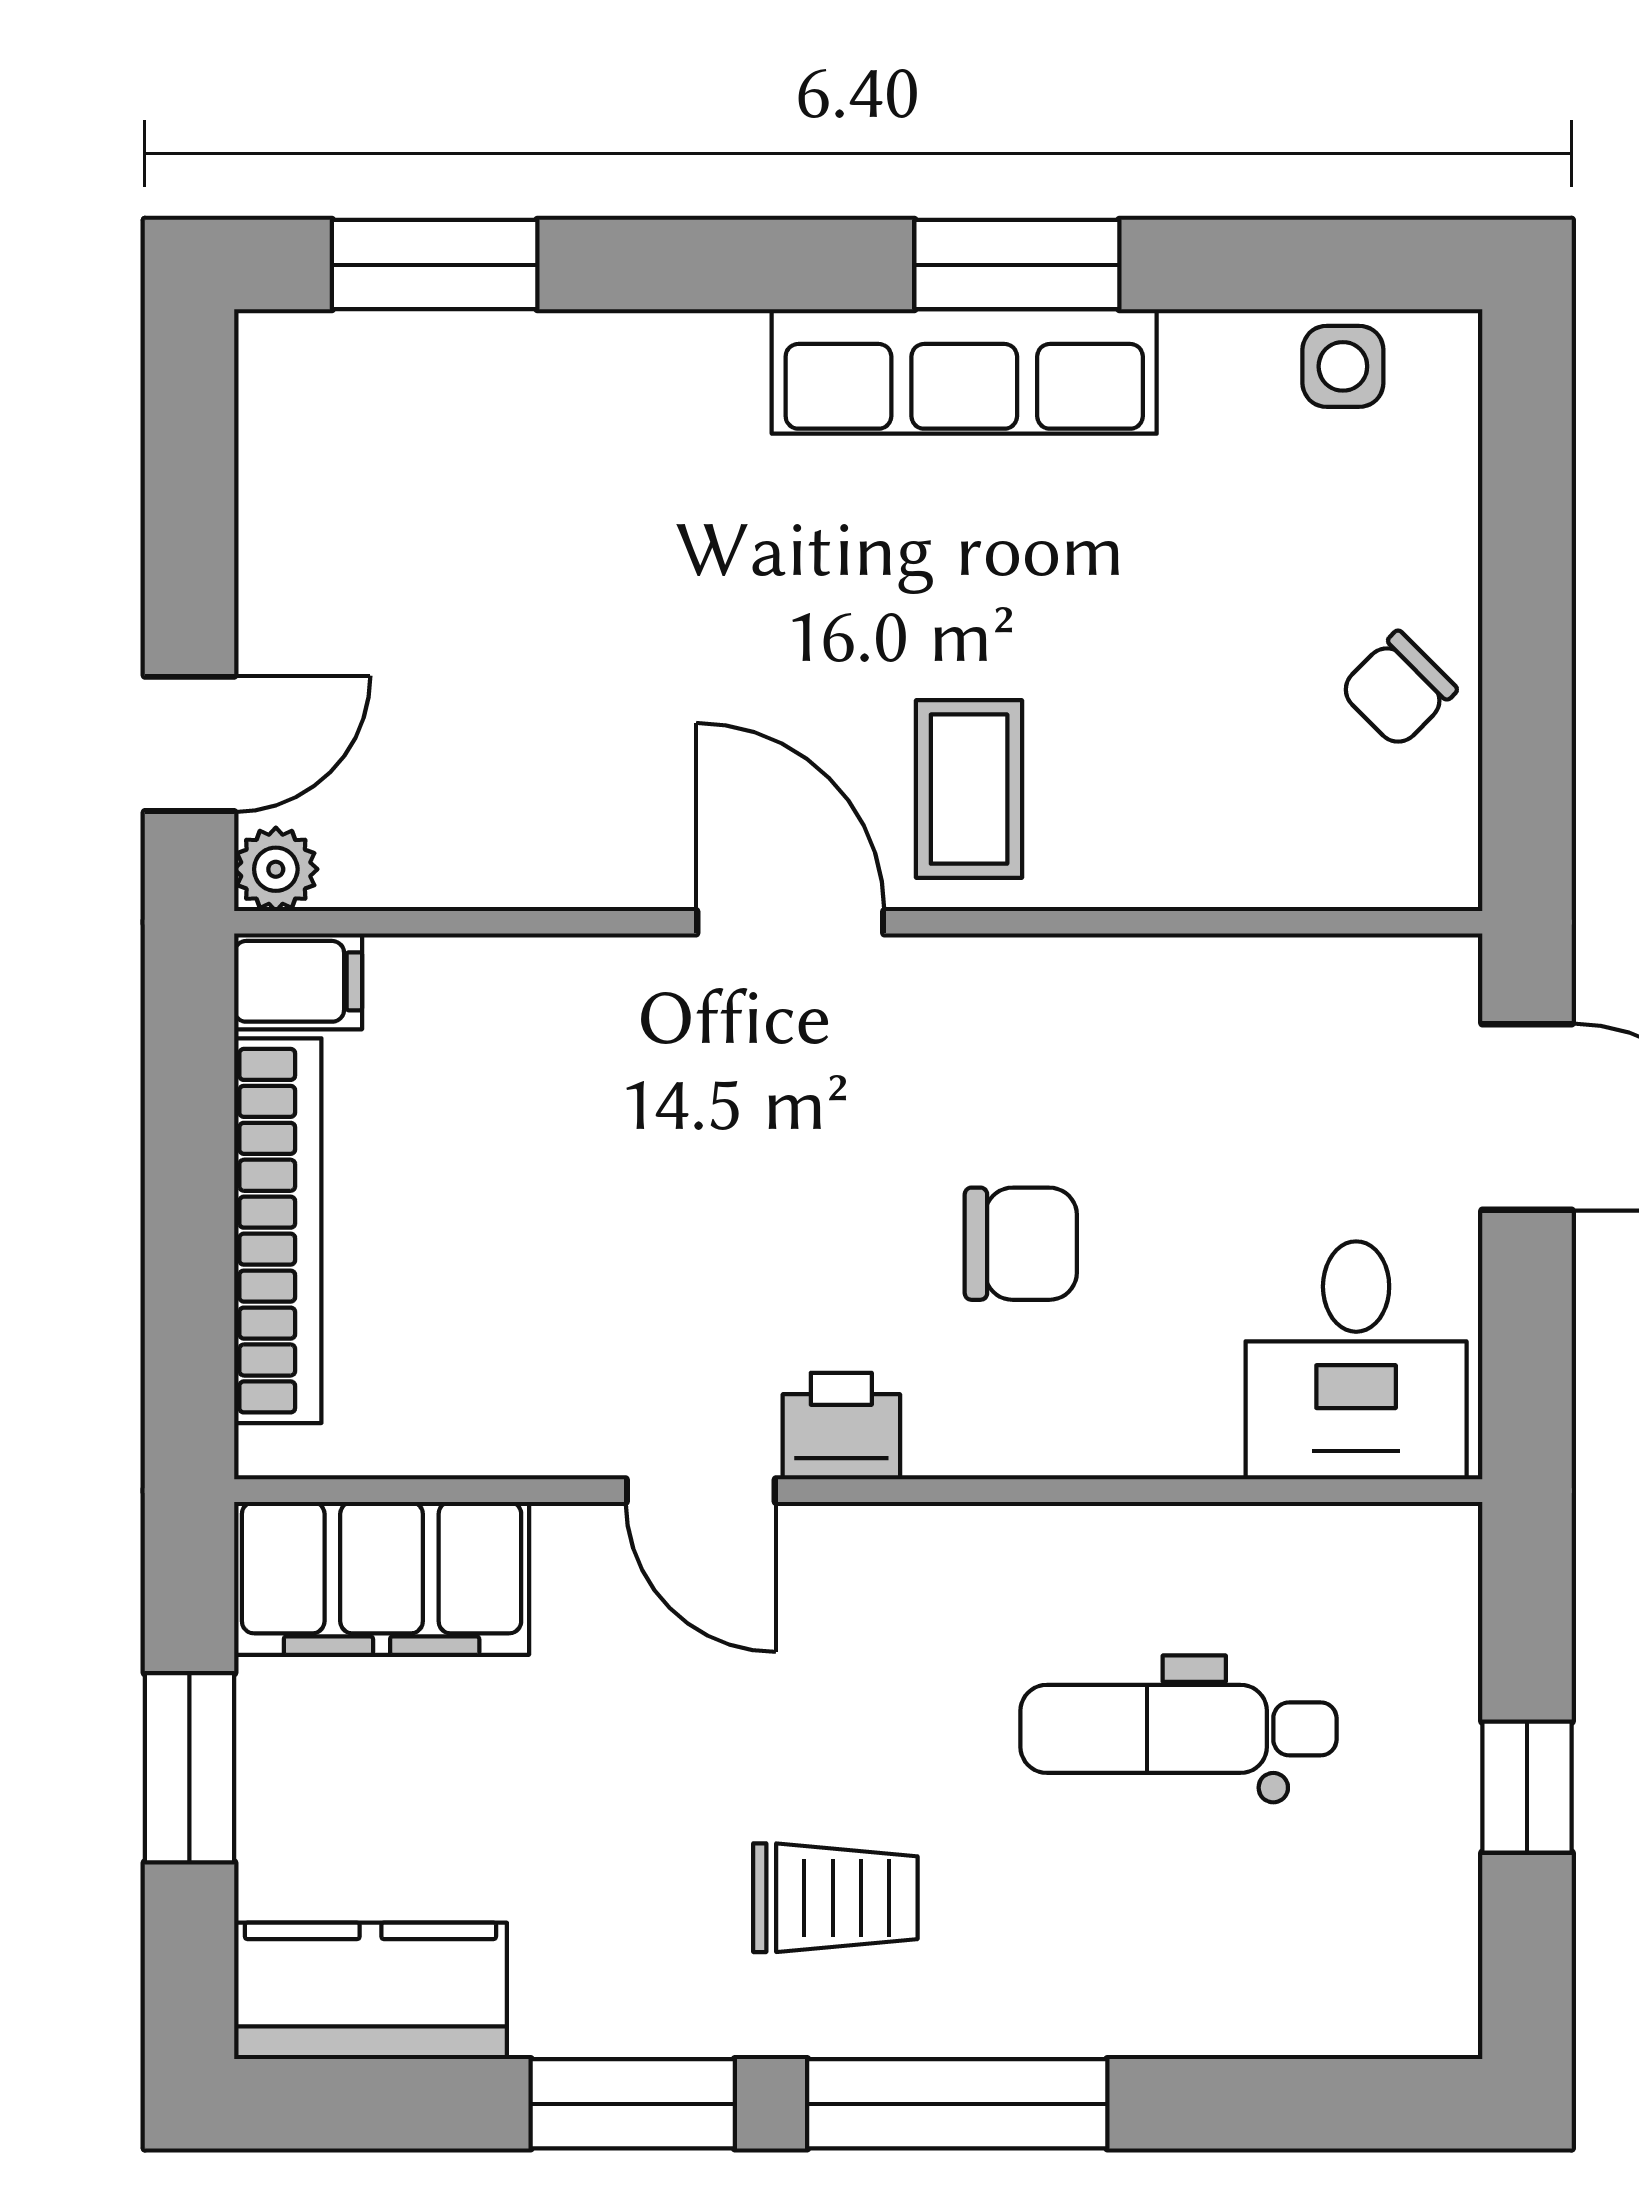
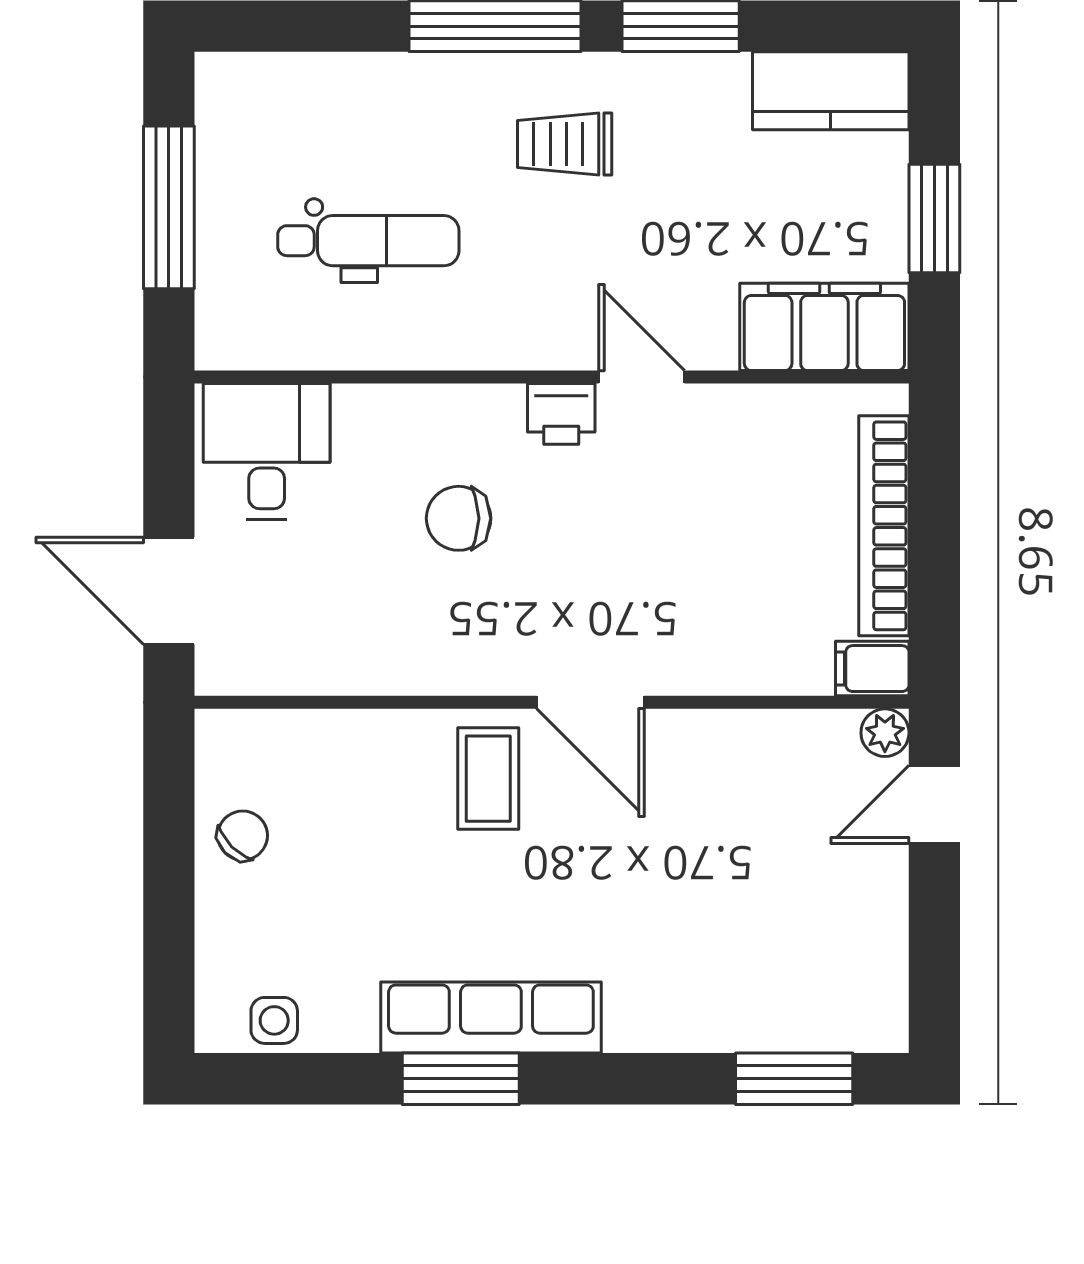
window: (1527, 1787) -> (169, 207), width x2.17

